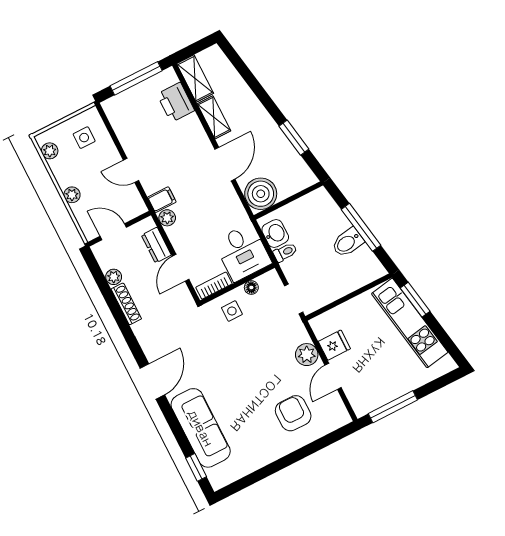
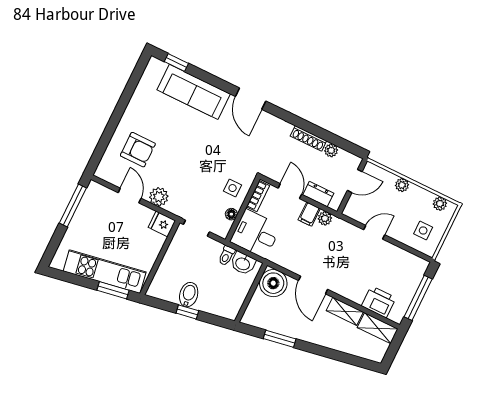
filing cabinet: (162, 200) -> (309, 214), moved
window: (361, 227) -> (187, 312), width x0.46
fridge: (334, 345) -> (162, 224), moved, turned 90

